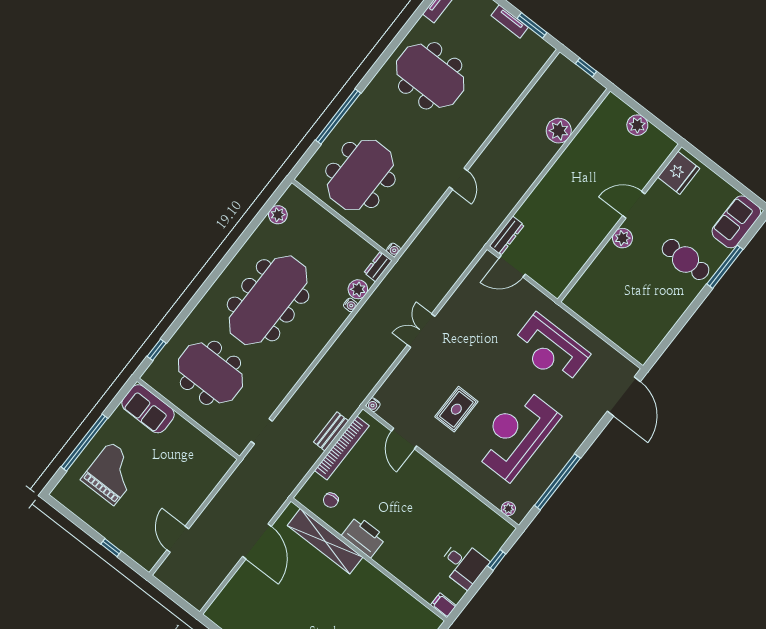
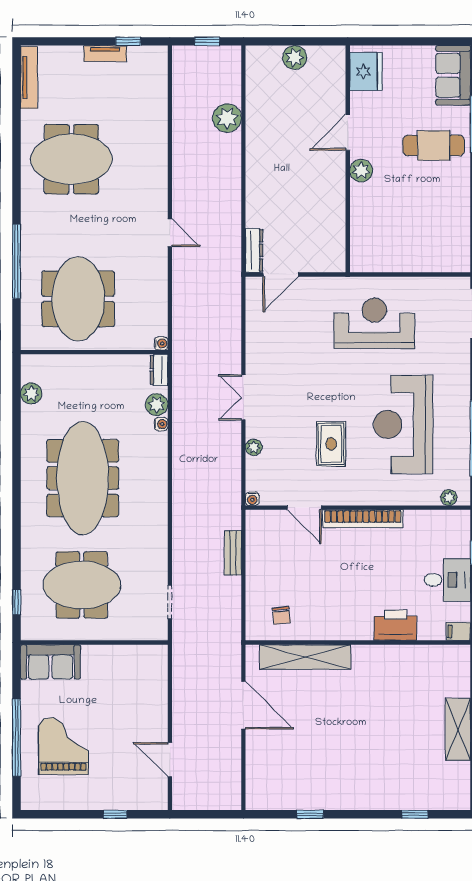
window: (532, 25) -> (128, 41), width x0.67
reception desk: (550, 350) -> (374, 323), turned 180
plant: (402, 370) -> (254, 447), added
bookcase: (342, 448) -> (363, 519), moved, turned 90
printer: (364, 537) -> (395, 625), moved

